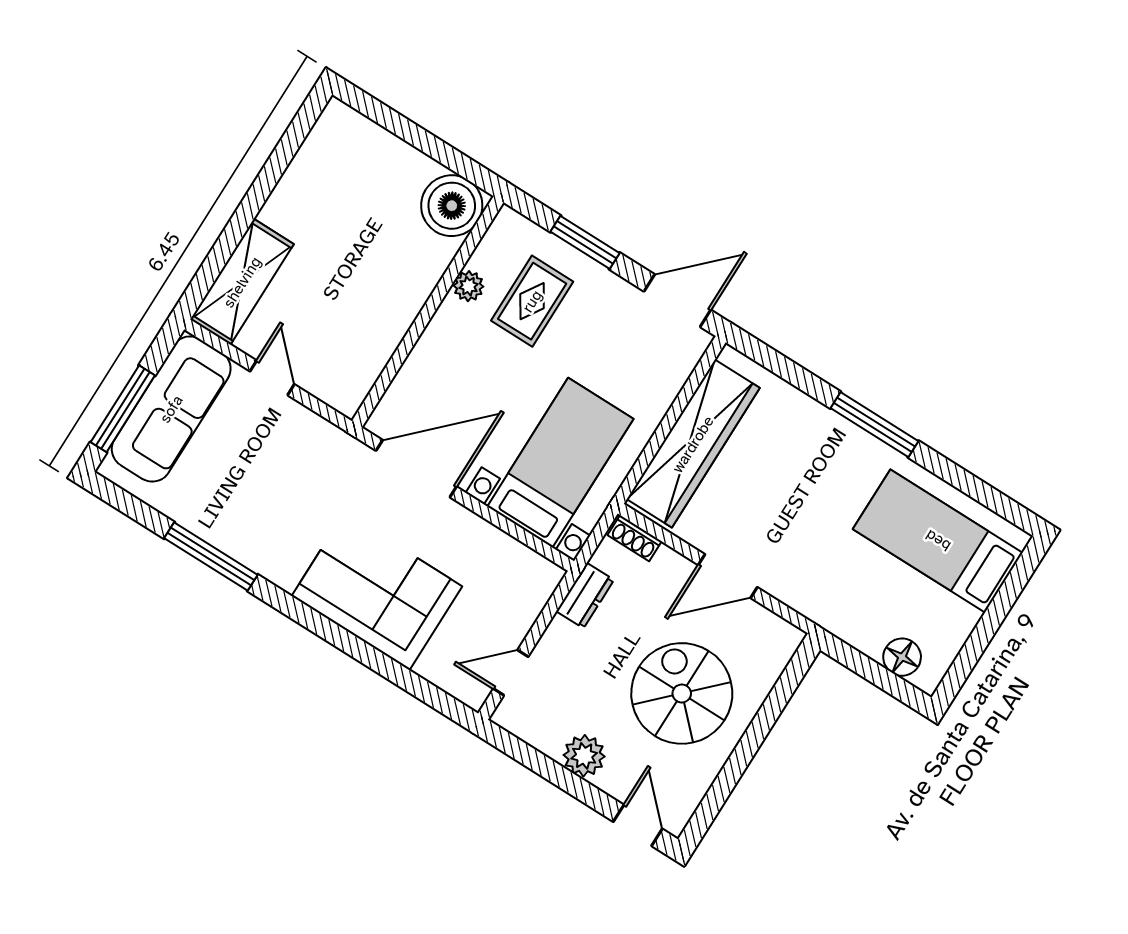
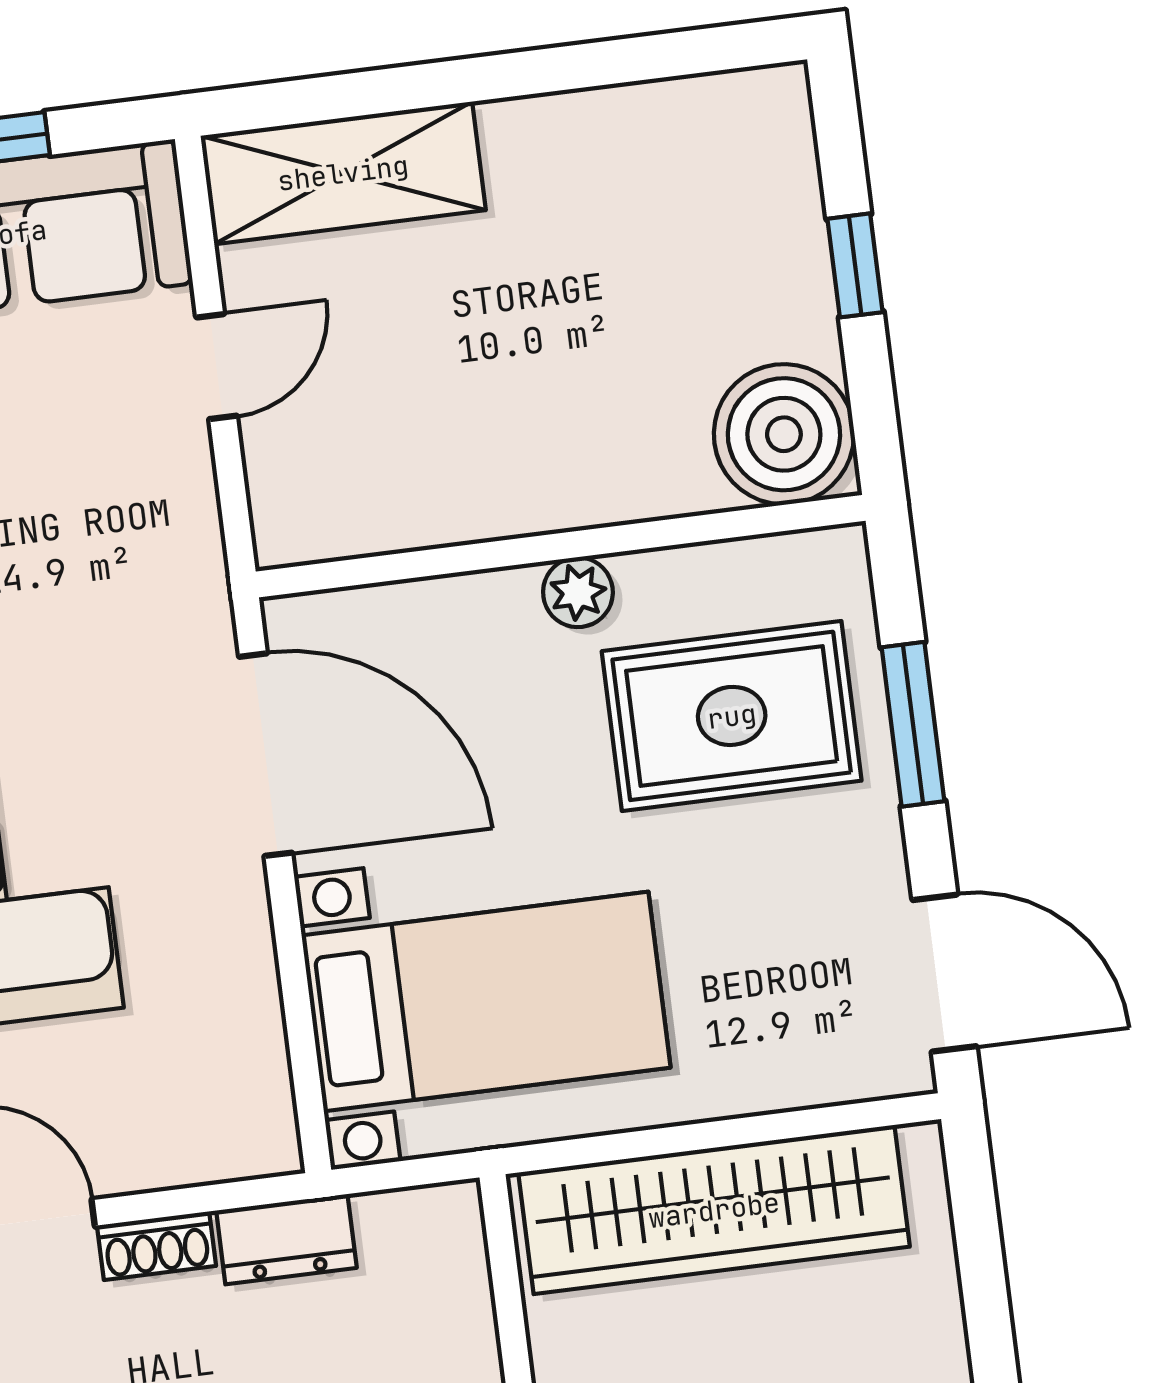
window: (415, 135) -> (855, 265), added
plant: (468, 286) -> (578, 592), moved
rug: (532, 301) -> (732, 716), width x1.36, depth x1.43
shoe rack: (635, 538) -> (157, 1246), moved, turned -90

